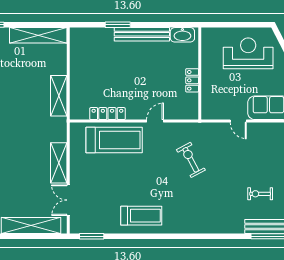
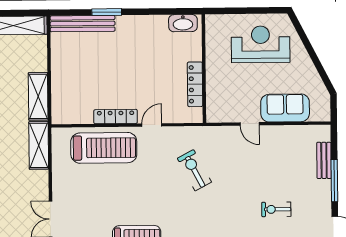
bench: (142, 34) -> (82, 24), moved
locker: (192, 80) -> (195, 84), width x1.53
locker: (107, 114) -> (116, 117), moved
shelving: (59, 163) -> (39, 145), moved

